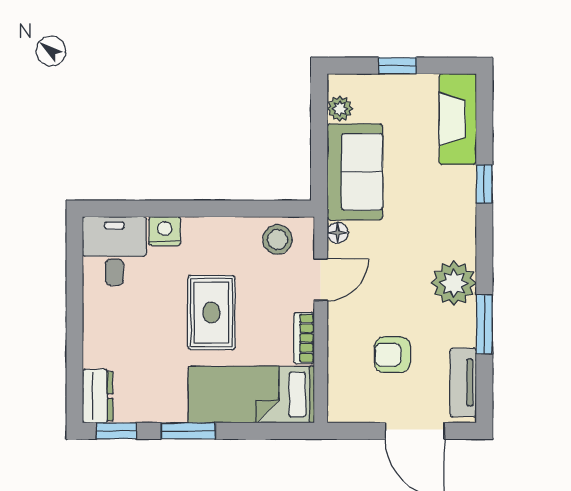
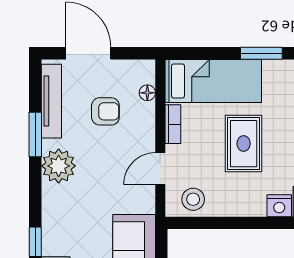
floor lamp: (338, 233) -> (147, 93), moved
tv unit: (463, 382) -> (51, 101), width x1.41

